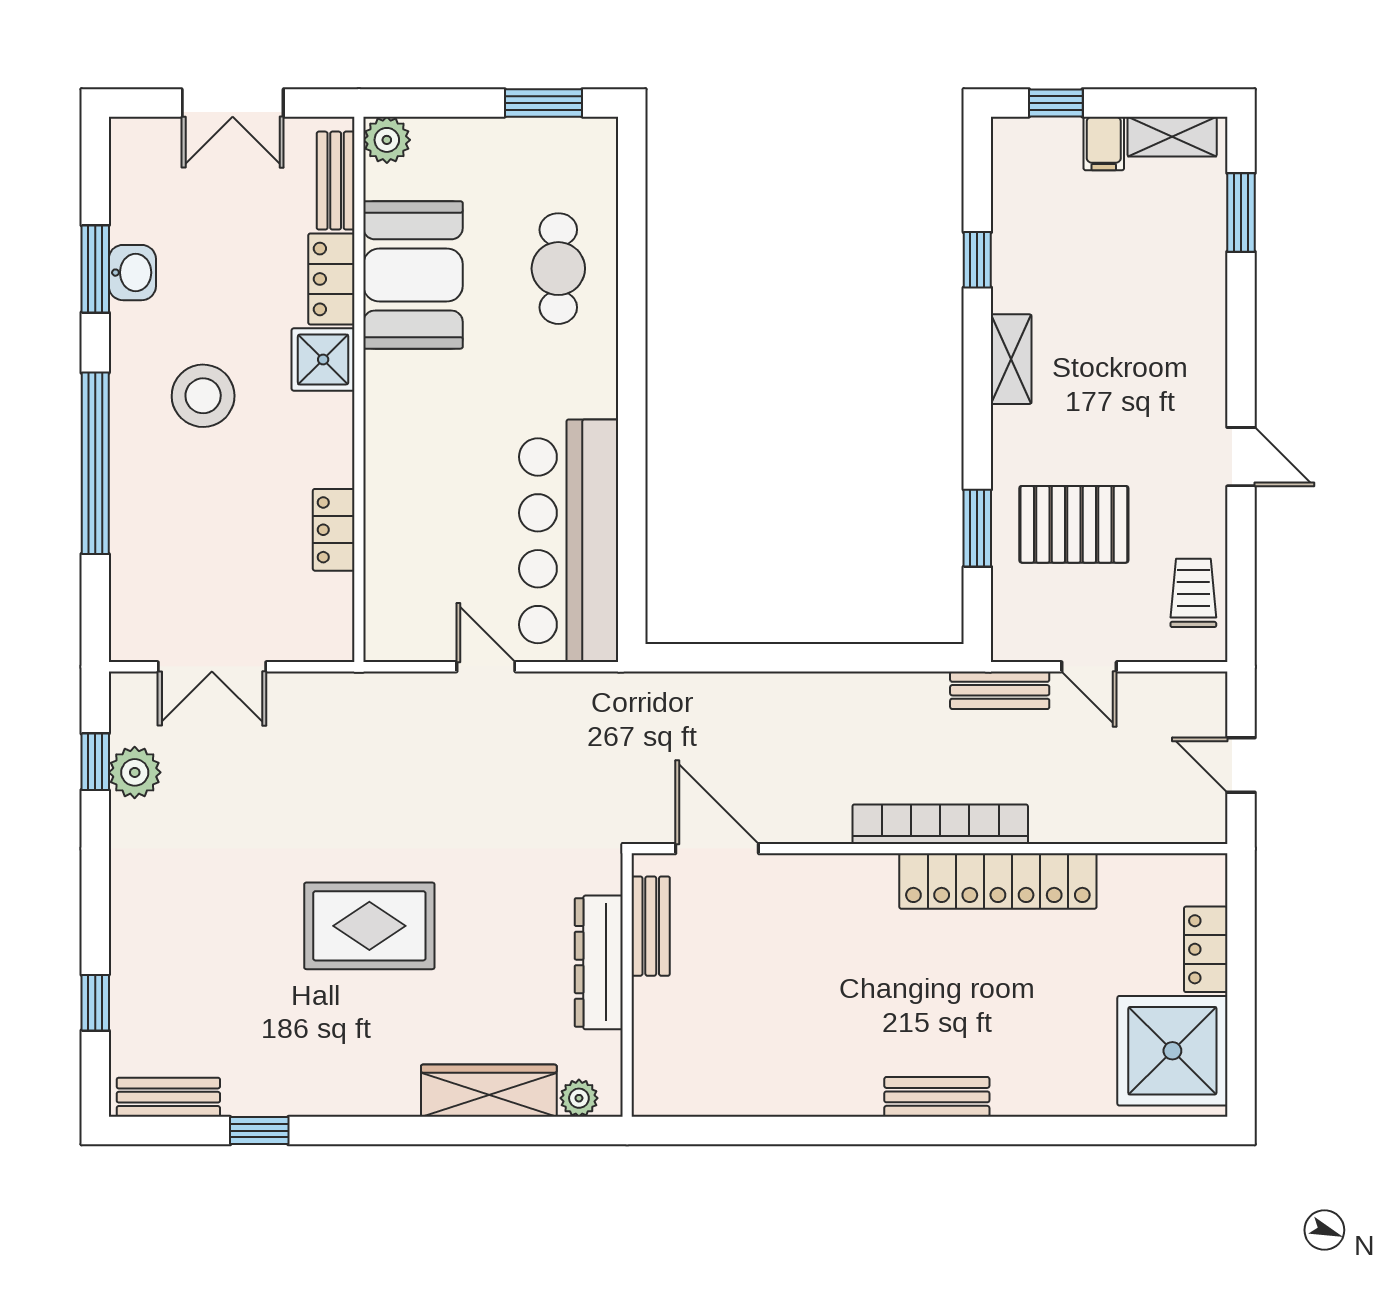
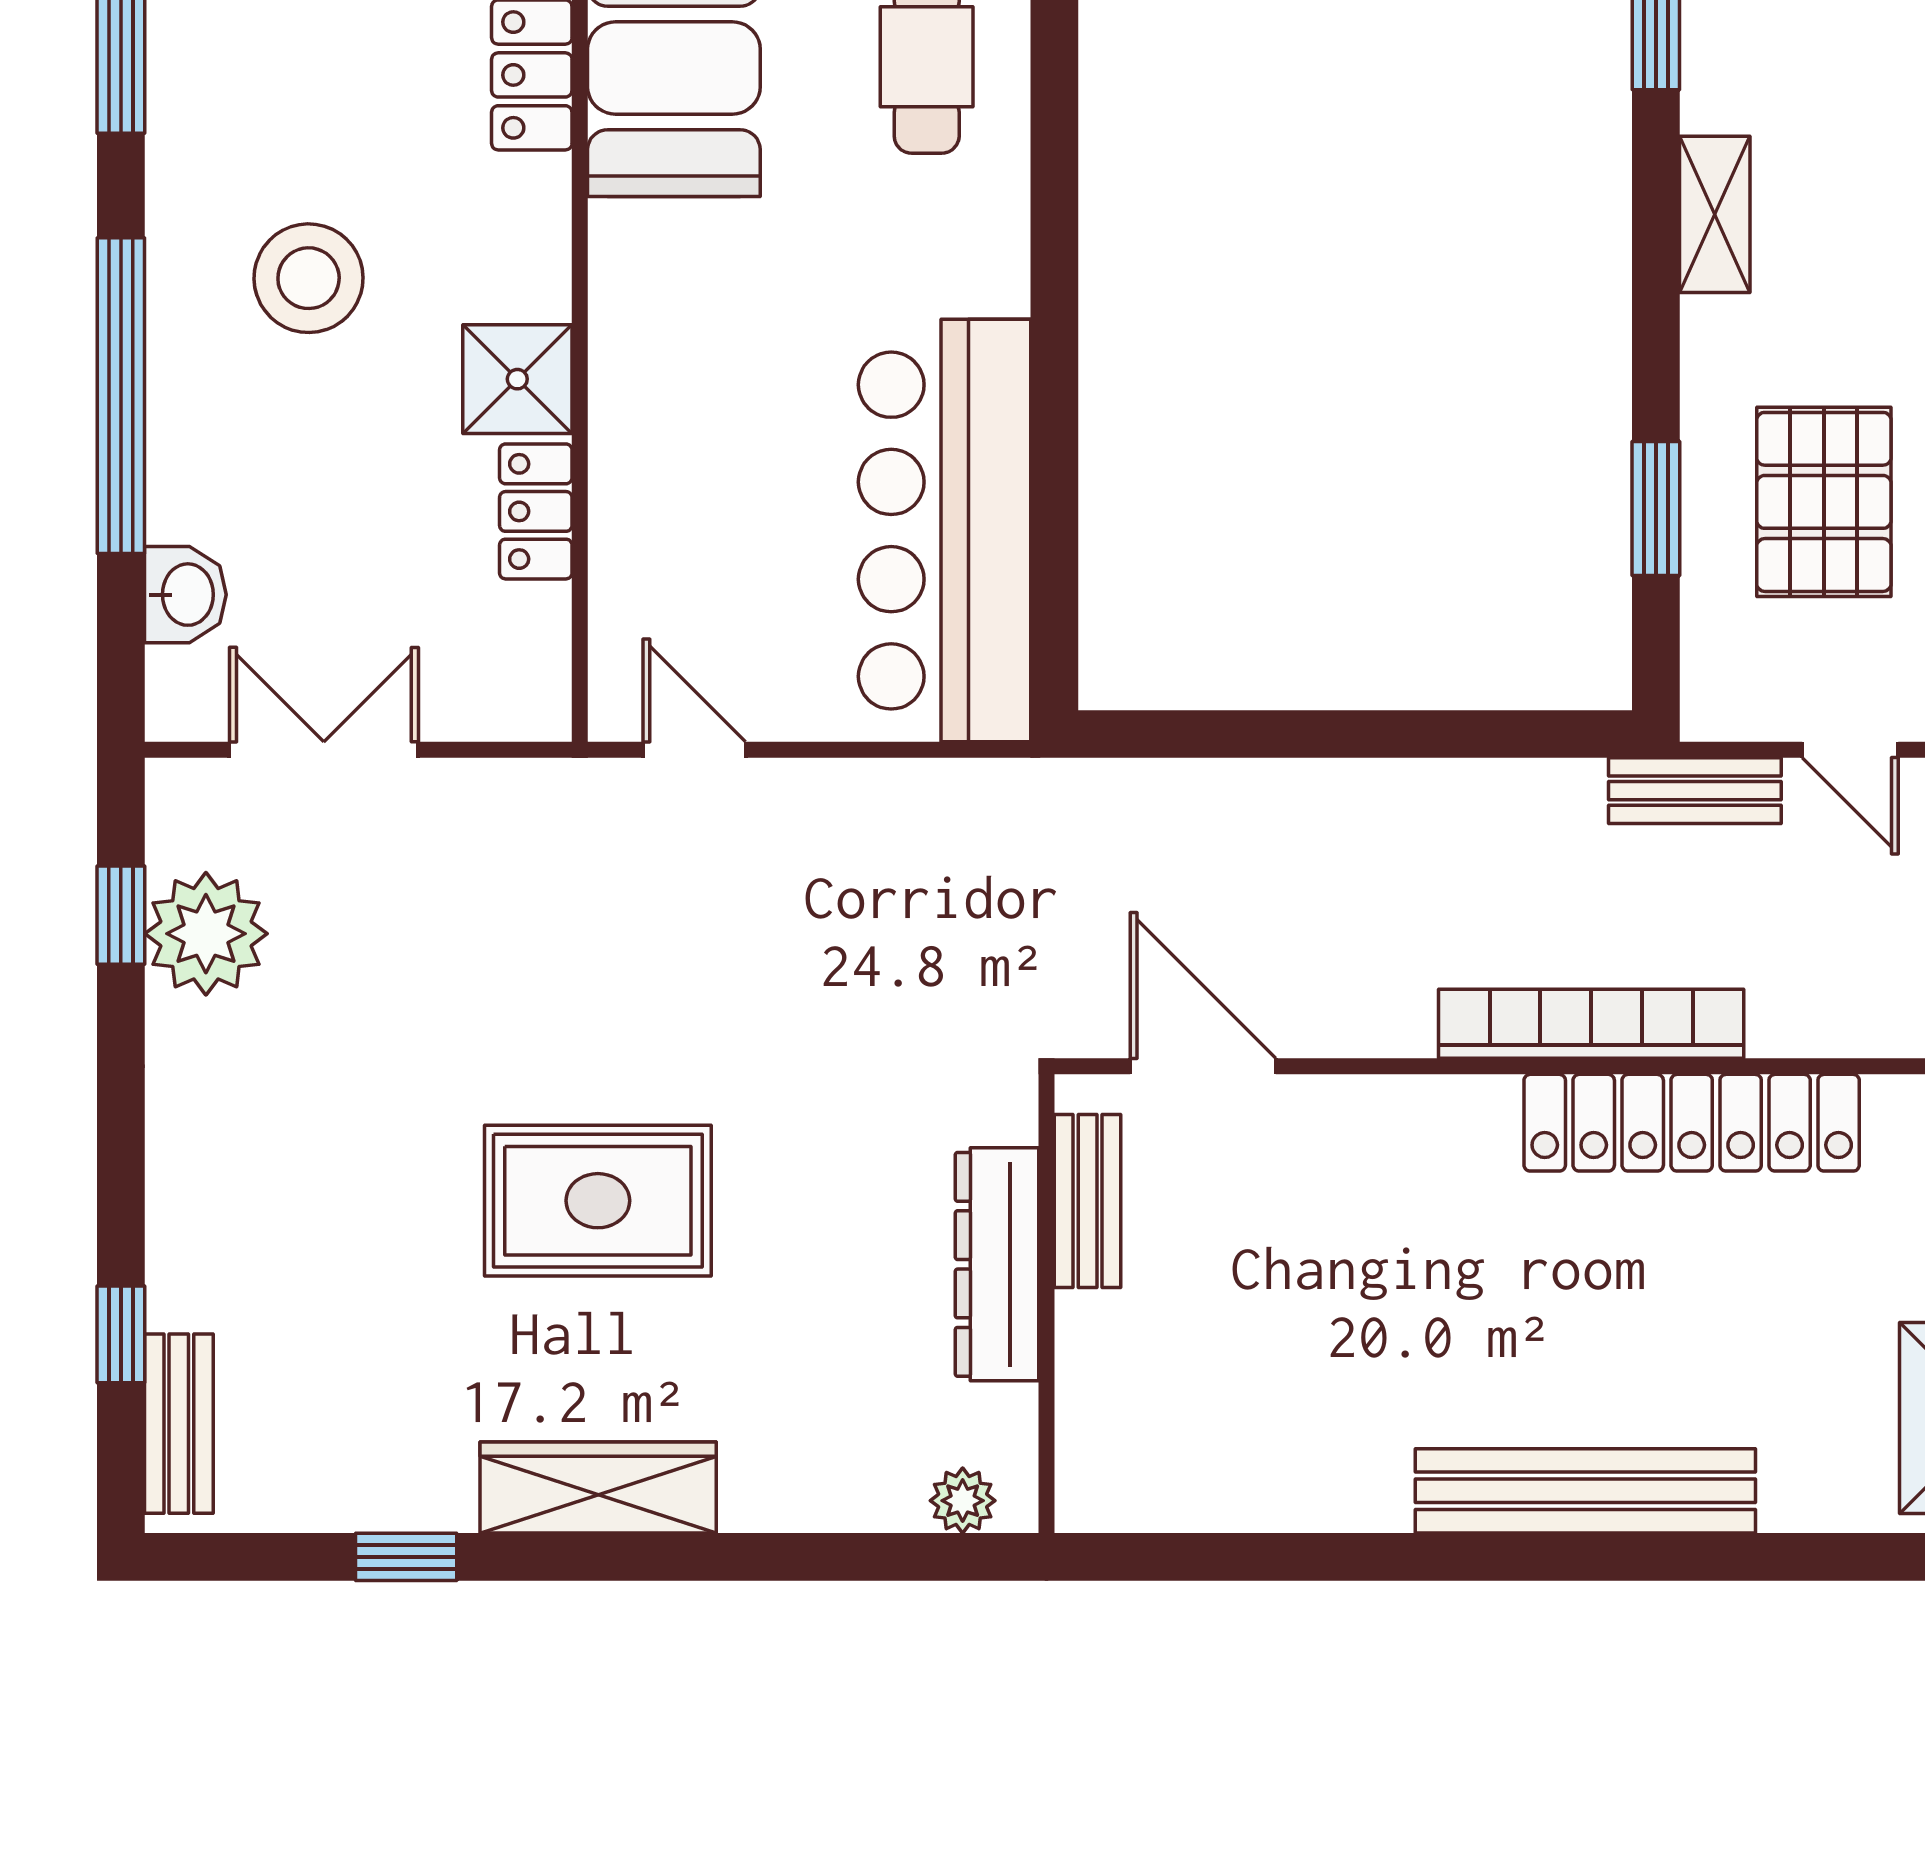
washbasin: (132, 273) -> (185, 595), moved
shower: (323, 360) -> (517, 379), moved
pallet: (1074, 524) -> (1824, 502), turned 90
double door: (212, 667) -> (324, 750), swing flipped
door: (486, 667) -> (694, 750), moved
plant: (135, 772) -> (206, 934), width x1.36, depth x1.36
wardrobe: (489, 1091) -> (598, 1487), moved
bench: (168, 1097) -> (179, 1424), moved, turned 90
bench: (937, 1097) -> (1585, 1491), width x1.86, depth x1.21

